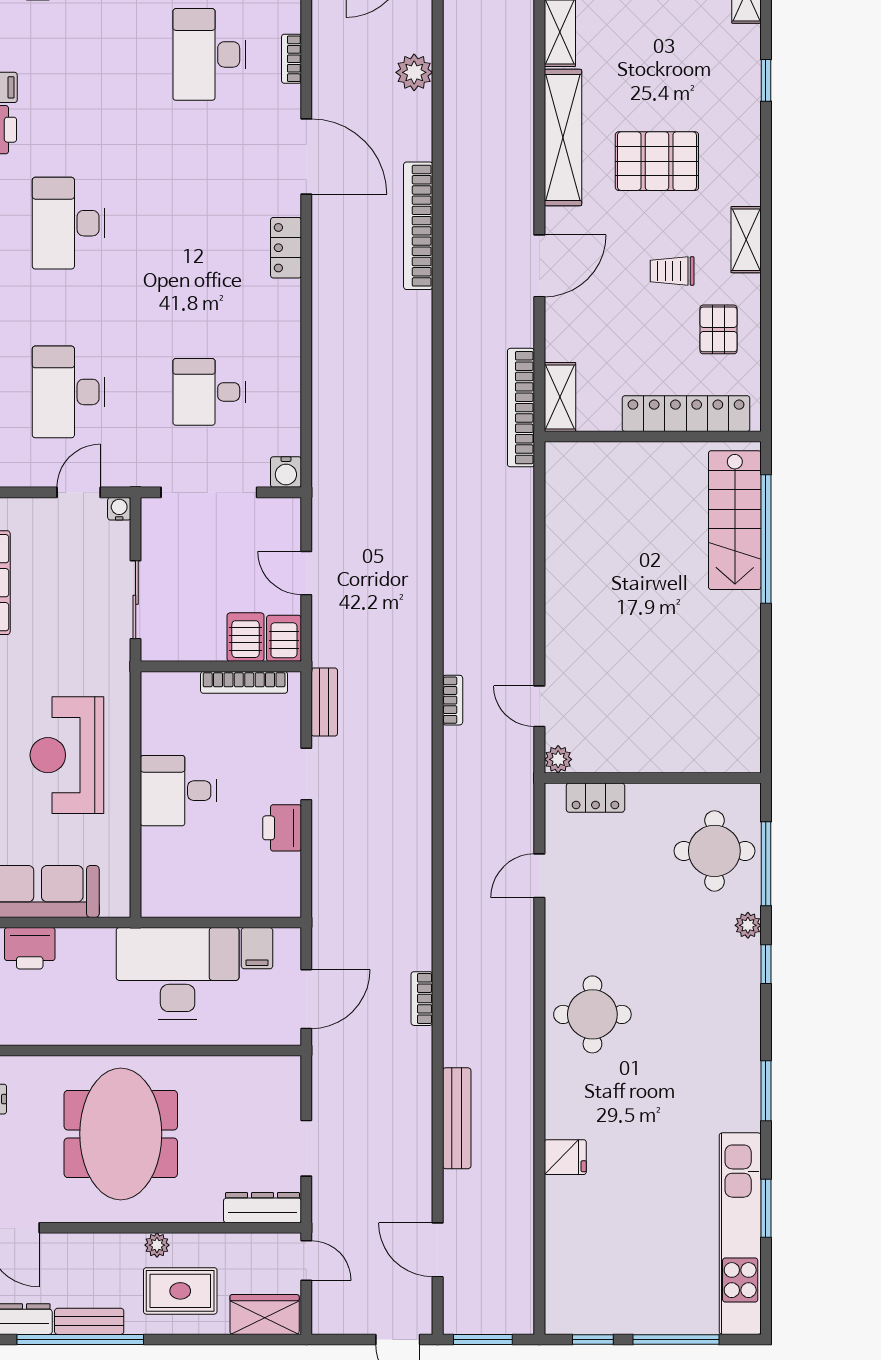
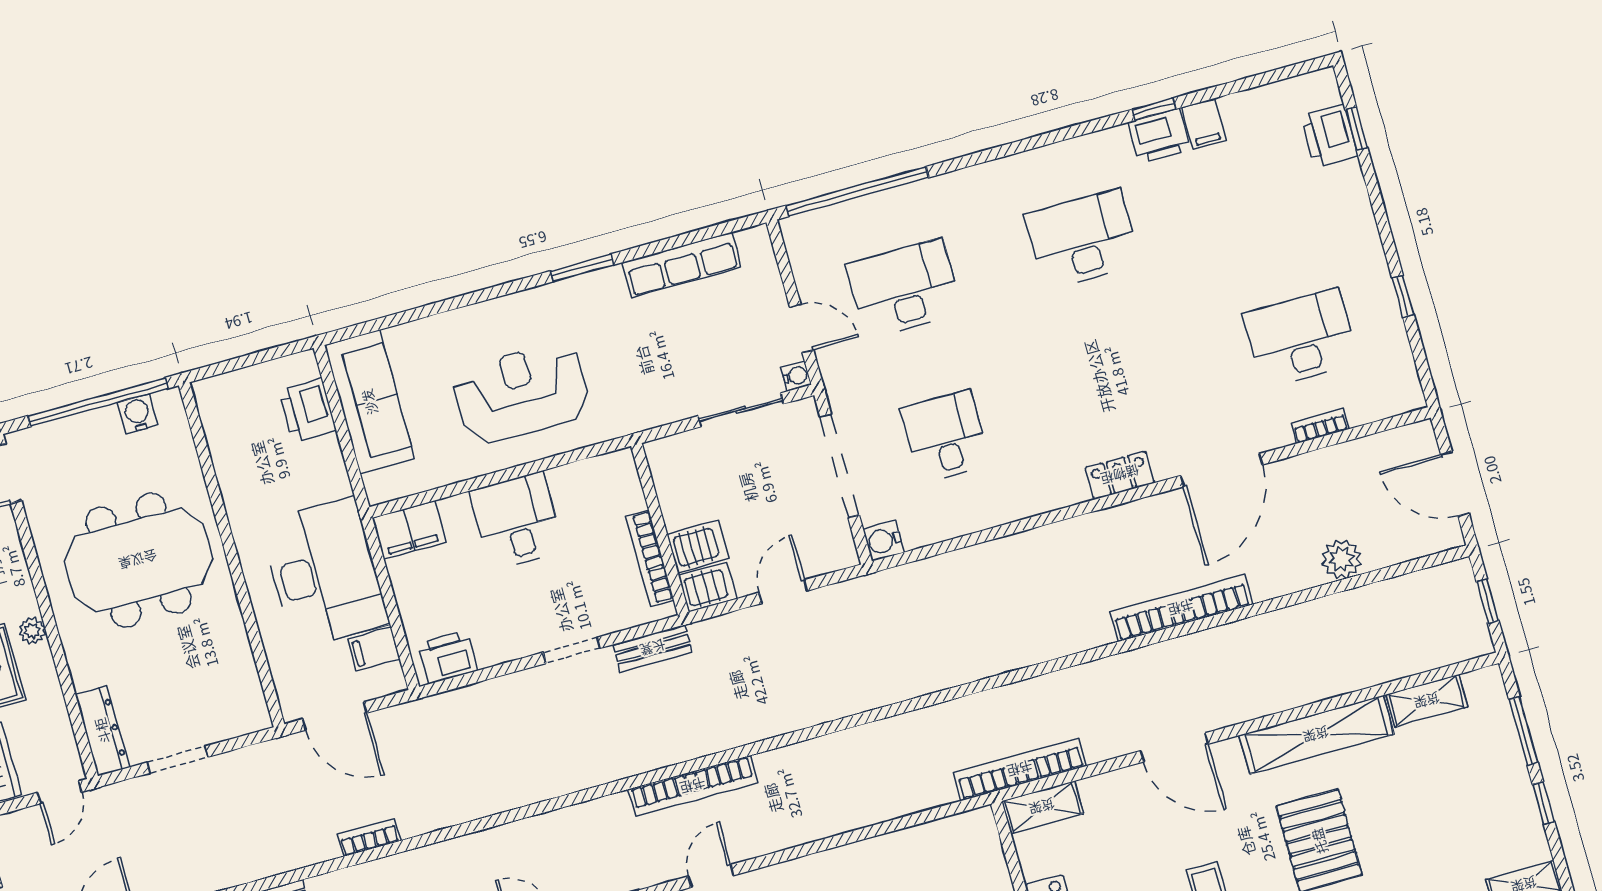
sliding door: (136, 600) -> (741, 410), moved
bookcase: (453, 700) -> (693, 786), width x2.31, depth x1.31
printer: (282, 828) -> (448, 657), moved
filing cabinet: (160, 888) -> (409, 530), added

